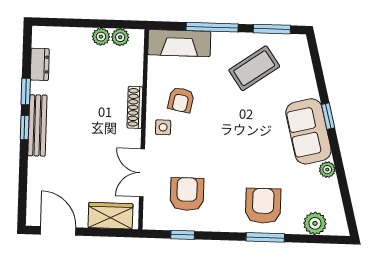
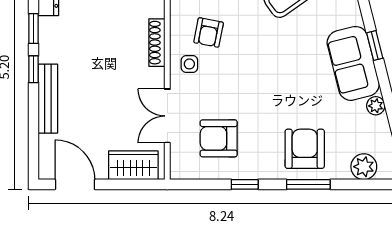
bench: (37, 125) -> (48, 99), moved
armchair: (187, 194) -> (219, 138), turned -90
window: (183, 235) -> (245, 184), moved

